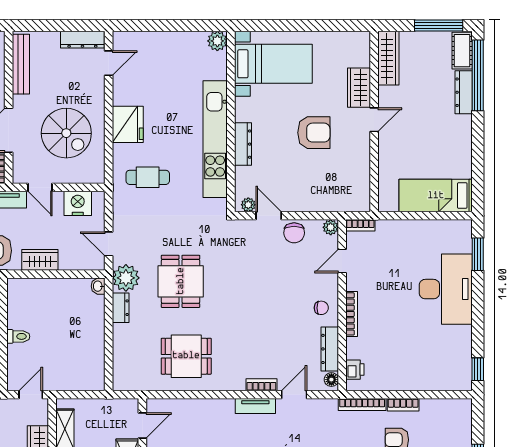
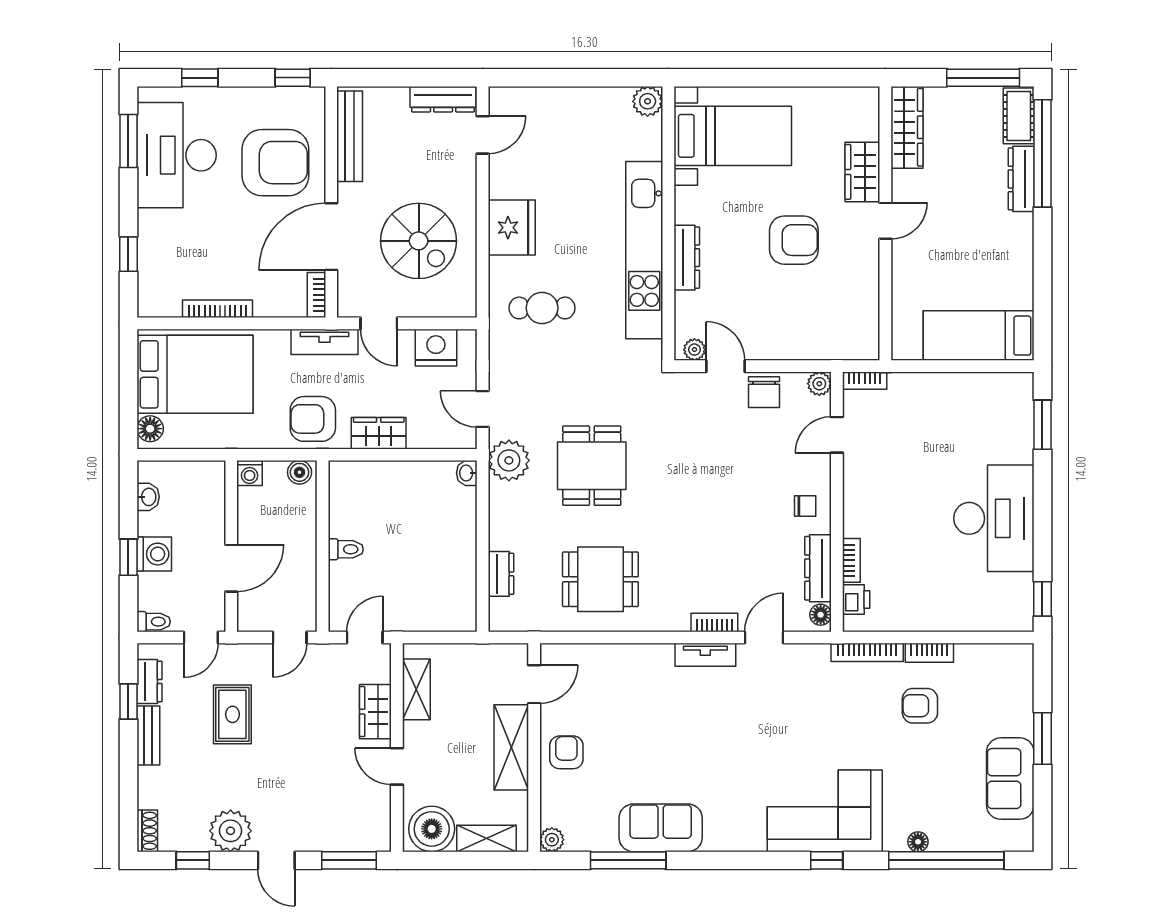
desk: (446, 289) -> (994, 518), moved
dresser: (121, 308) -> (501, 574), moved
bookcase: (352, 314) -> (851, 560), moved, width x0.64

